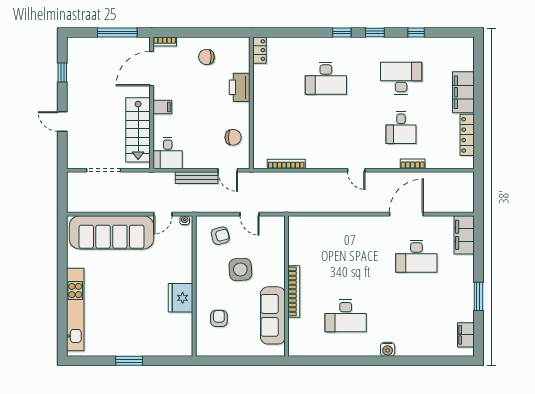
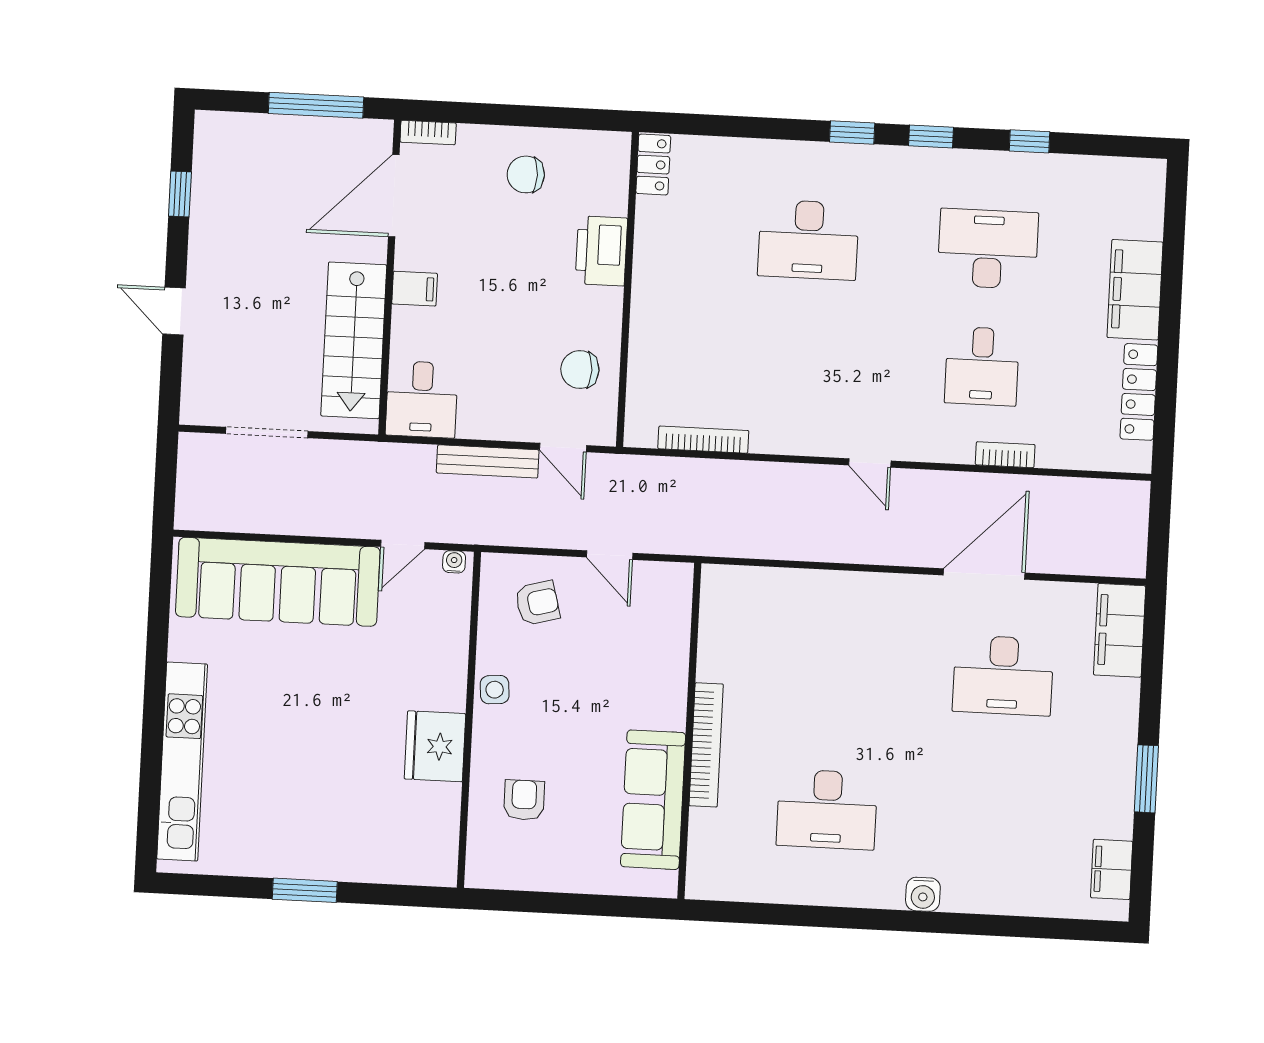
chair: (233, 137) -> (580, 370), turned 180
side table: (240, 269) -> (495, 690), moved, width x0.54, depth x0.54

